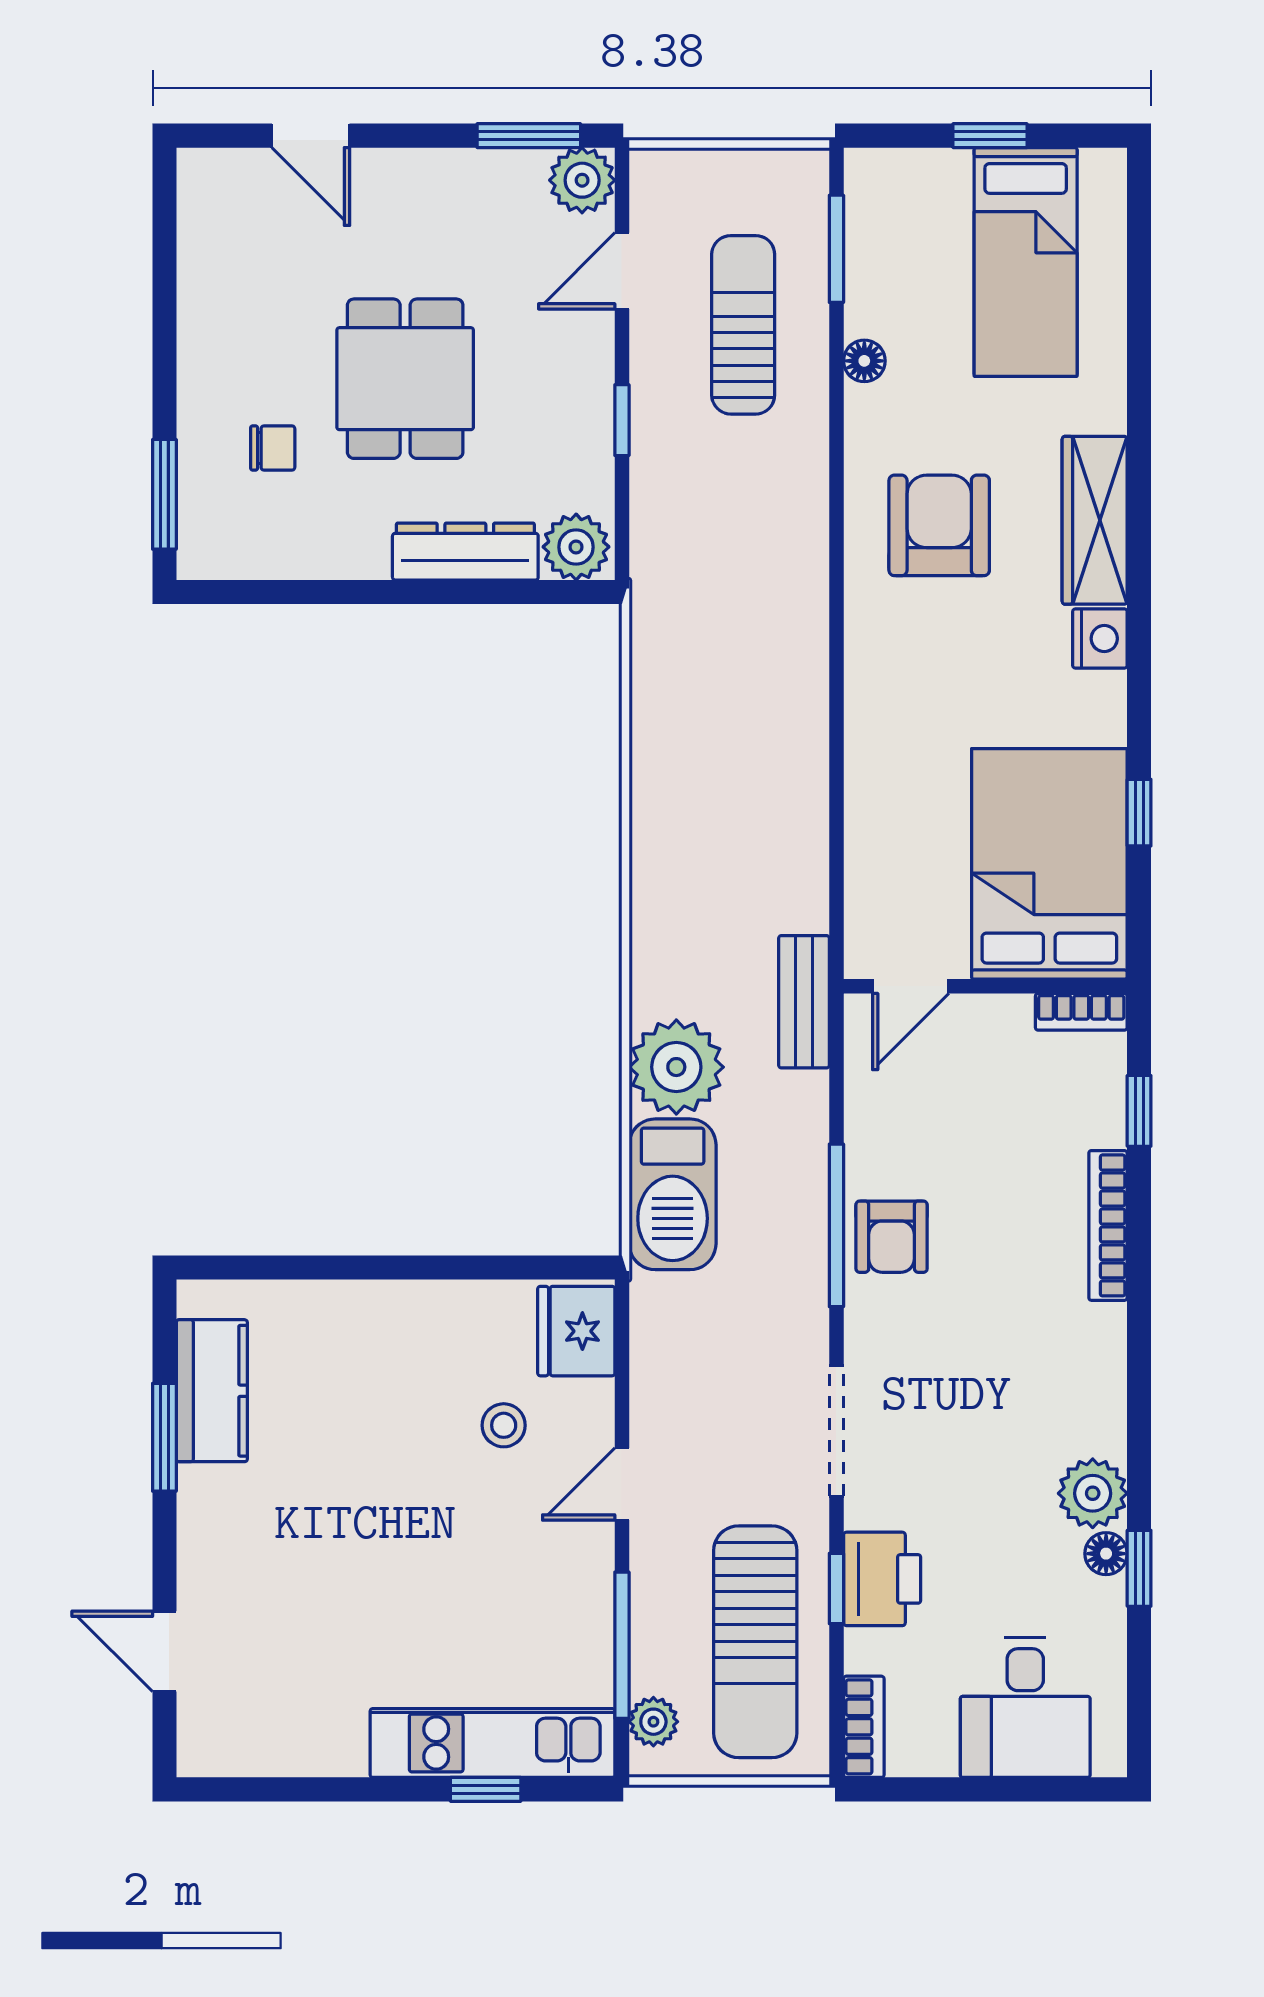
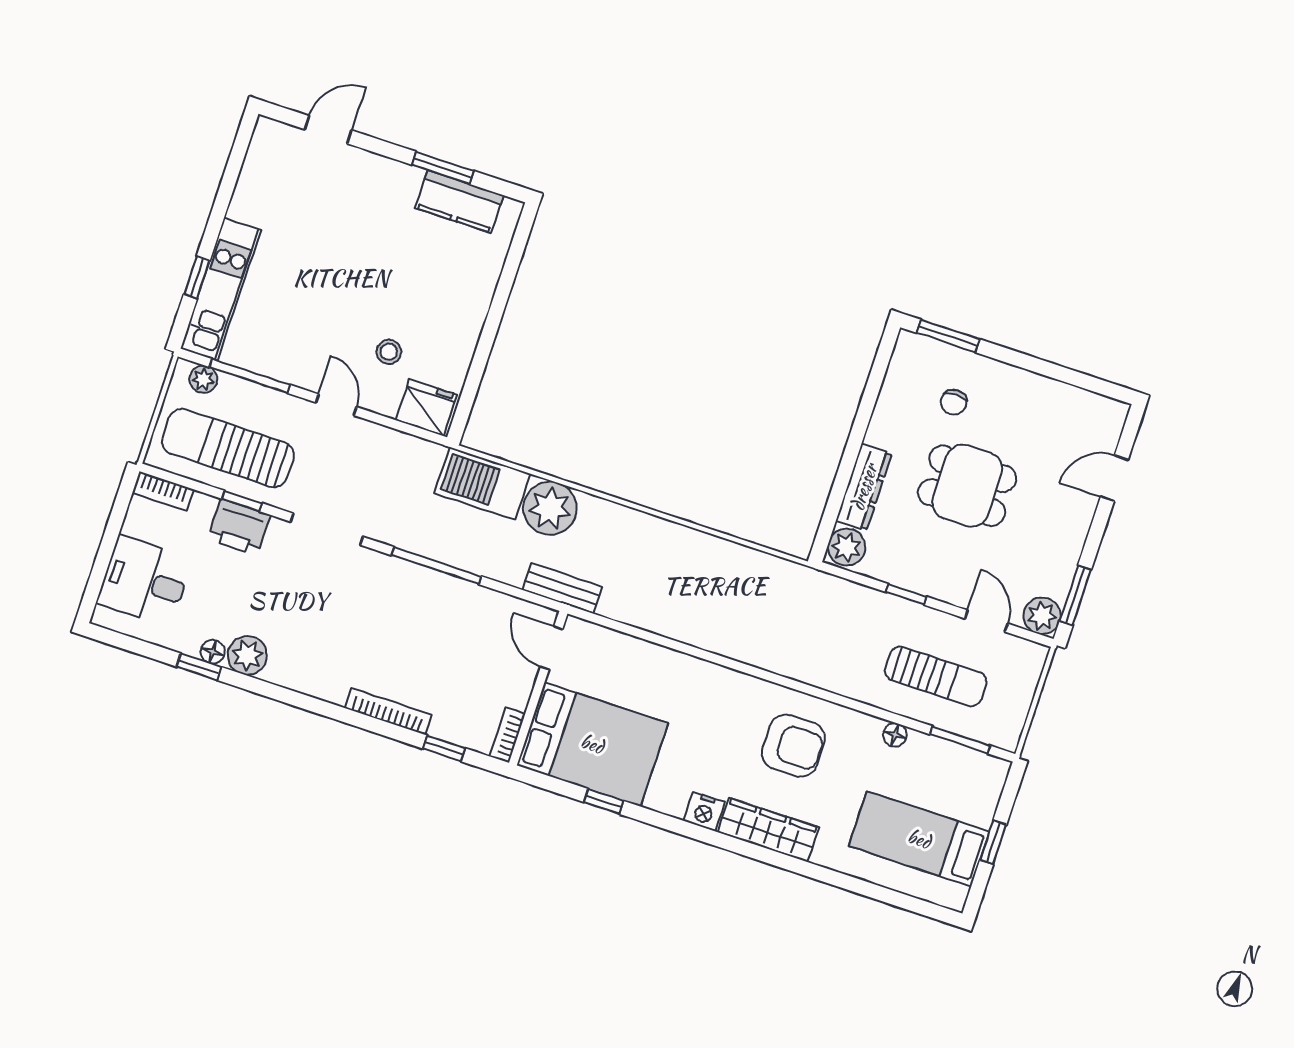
armchair: (892, 1237) -> (421, 593), removed

